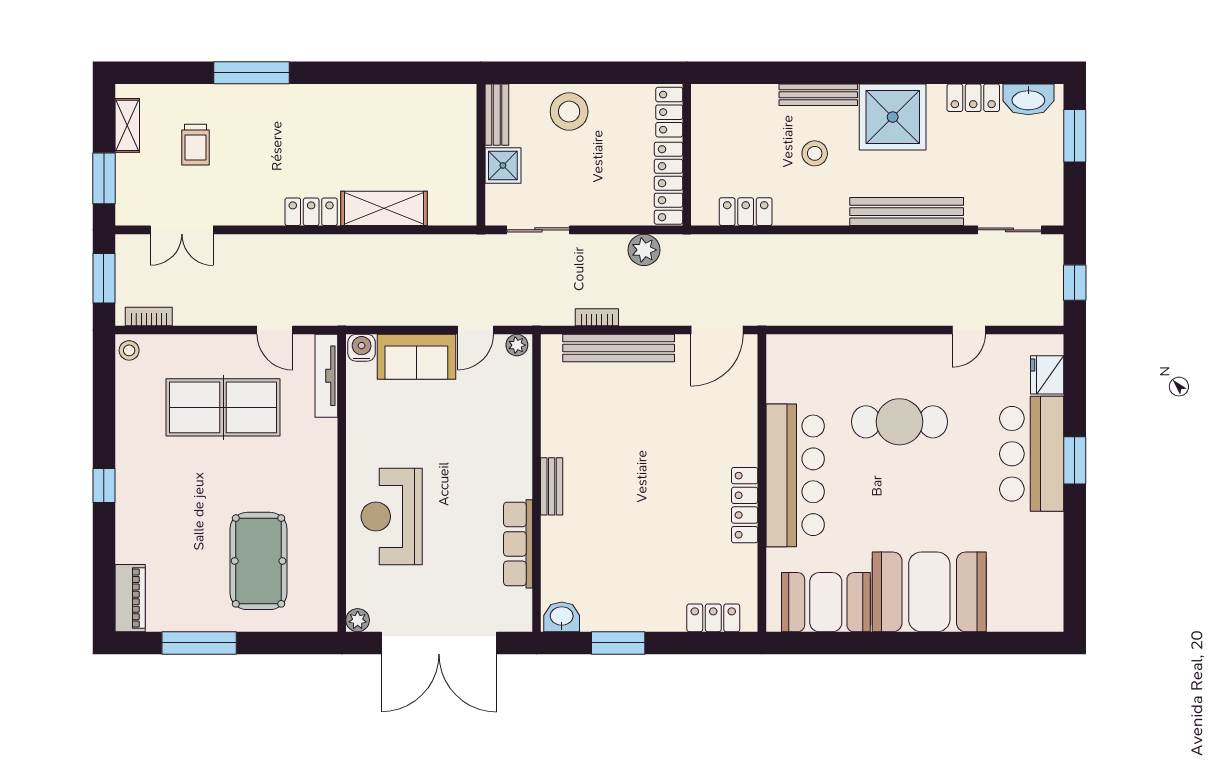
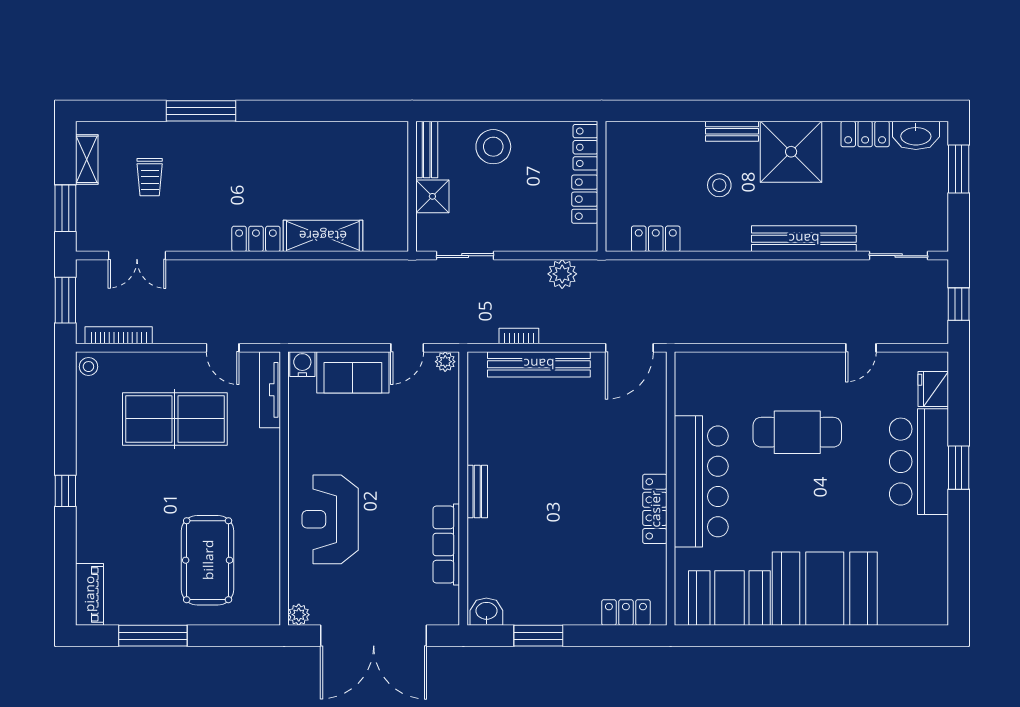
bench: (818, 95) -> (732, 131), width x0.73
locker: (668, 183) -> (585, 199), width x0.66
bookcase: (149, 316) -> (119, 335), width x1.56

